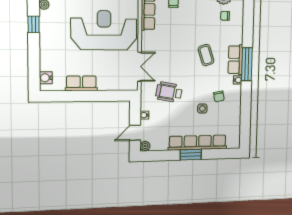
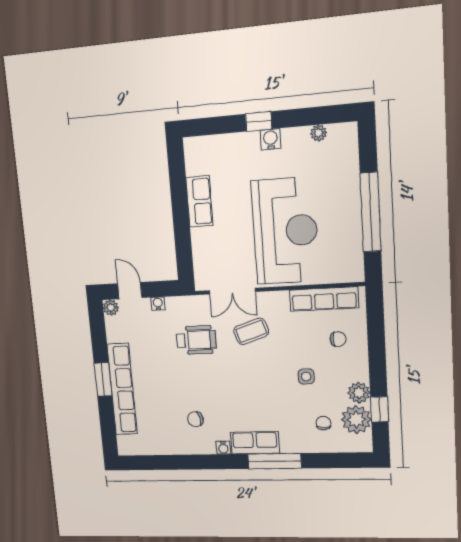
window: (34, 24) -> (259, 121), moved
coffee table: (206, 55) -> (251, 331), moved
window: (247, 64) -> (275, 461), moved
water cooler: (46, 78) -> (271, 139), moved
wheelchair: (169, 92) -> (196, 340), turned 80
side table: (202, 109) -> (306, 376), moved

